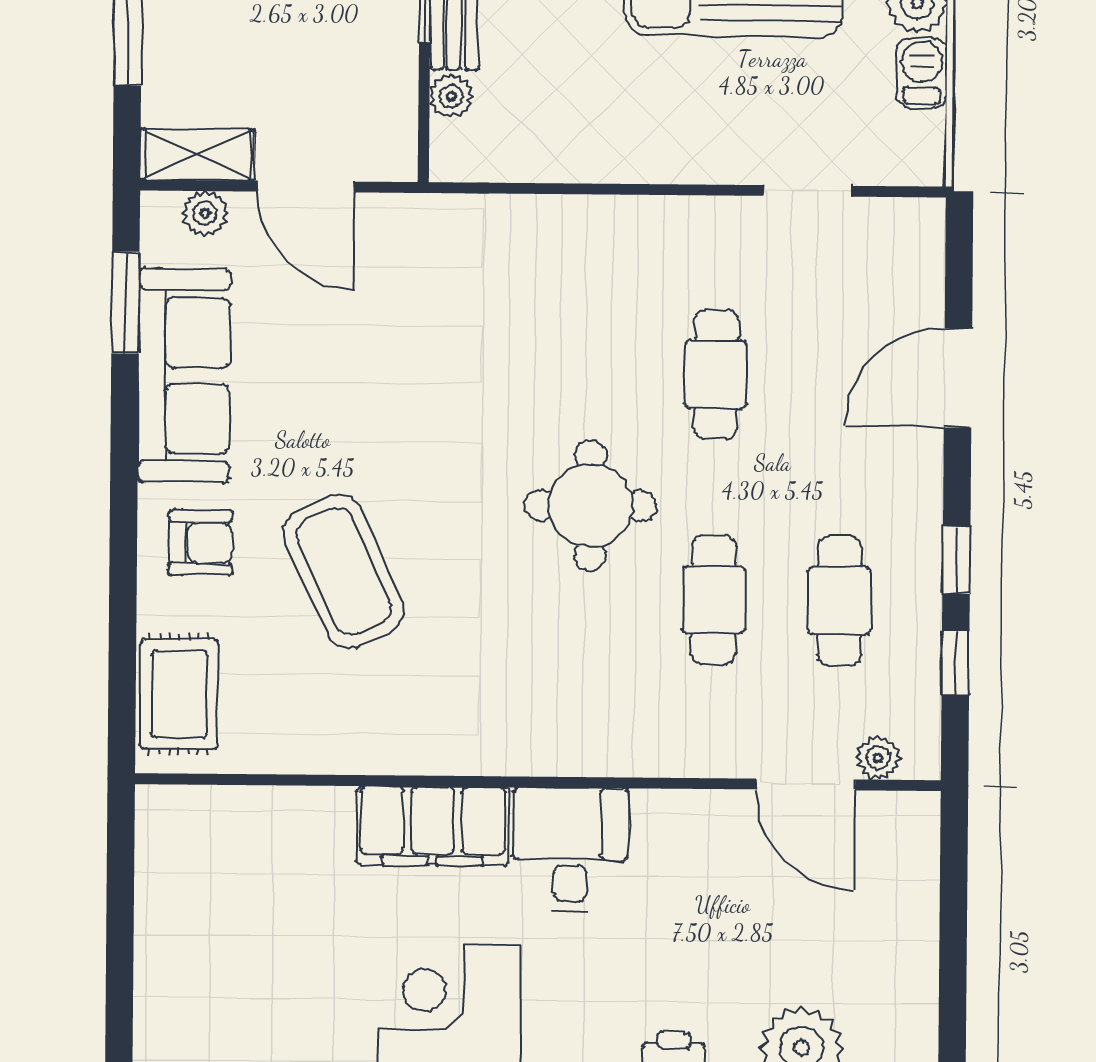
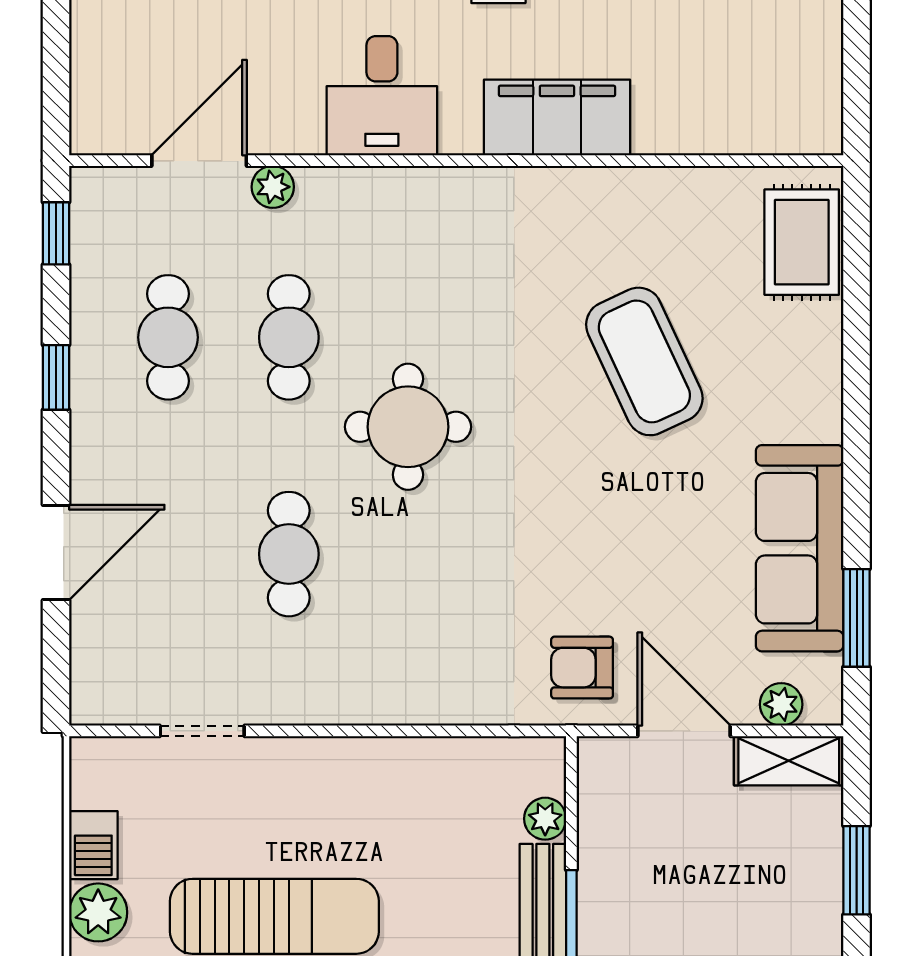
armchair: (201, 543) -> (582, 668), moved
window: (955, 663) -> (56, 233), moved
plant: (878, 758) -> (273, 187), moved
door: (806, 784) -> (199, 161), hinge flipped
desk: (570, 850) -> (382, 96), moved

